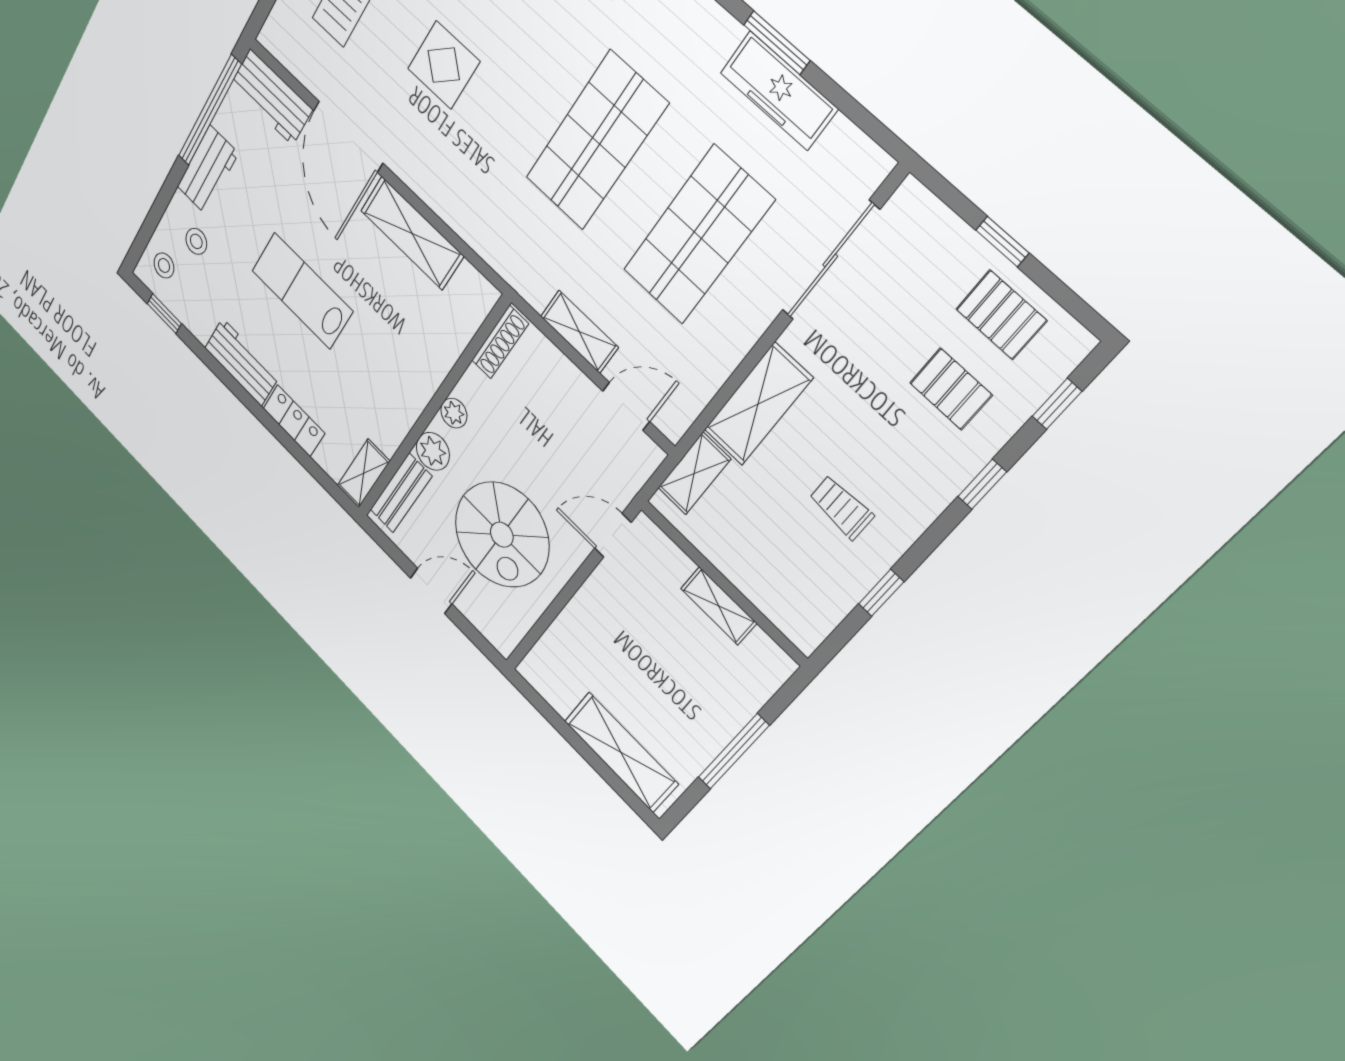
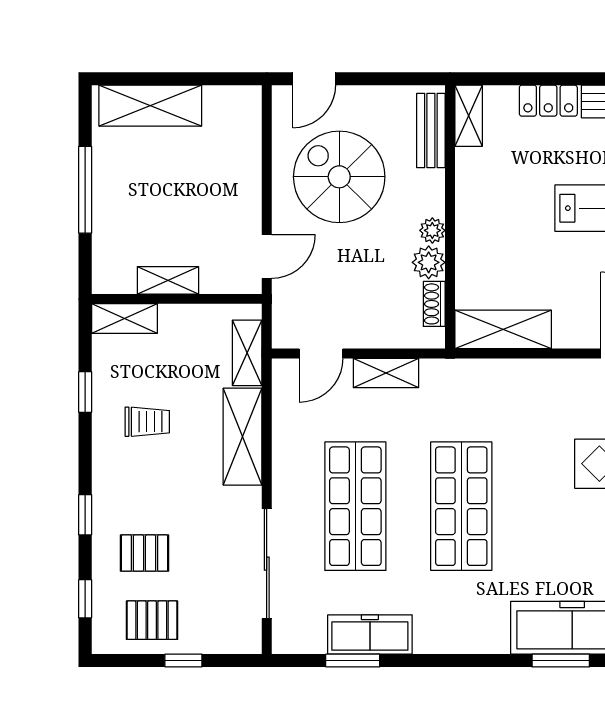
window: (777, 43) -> (353, 660), moved
shelving: (412, 233) -> (503, 329), moved
shoe rack: (500, 342) -> (434, 304), width x0.70
plant: (433, 451) -> (429, 262), moved
door: (431, 591) -> (314, 79), moved
shelving: (787, 616) -> (125, 319), added

